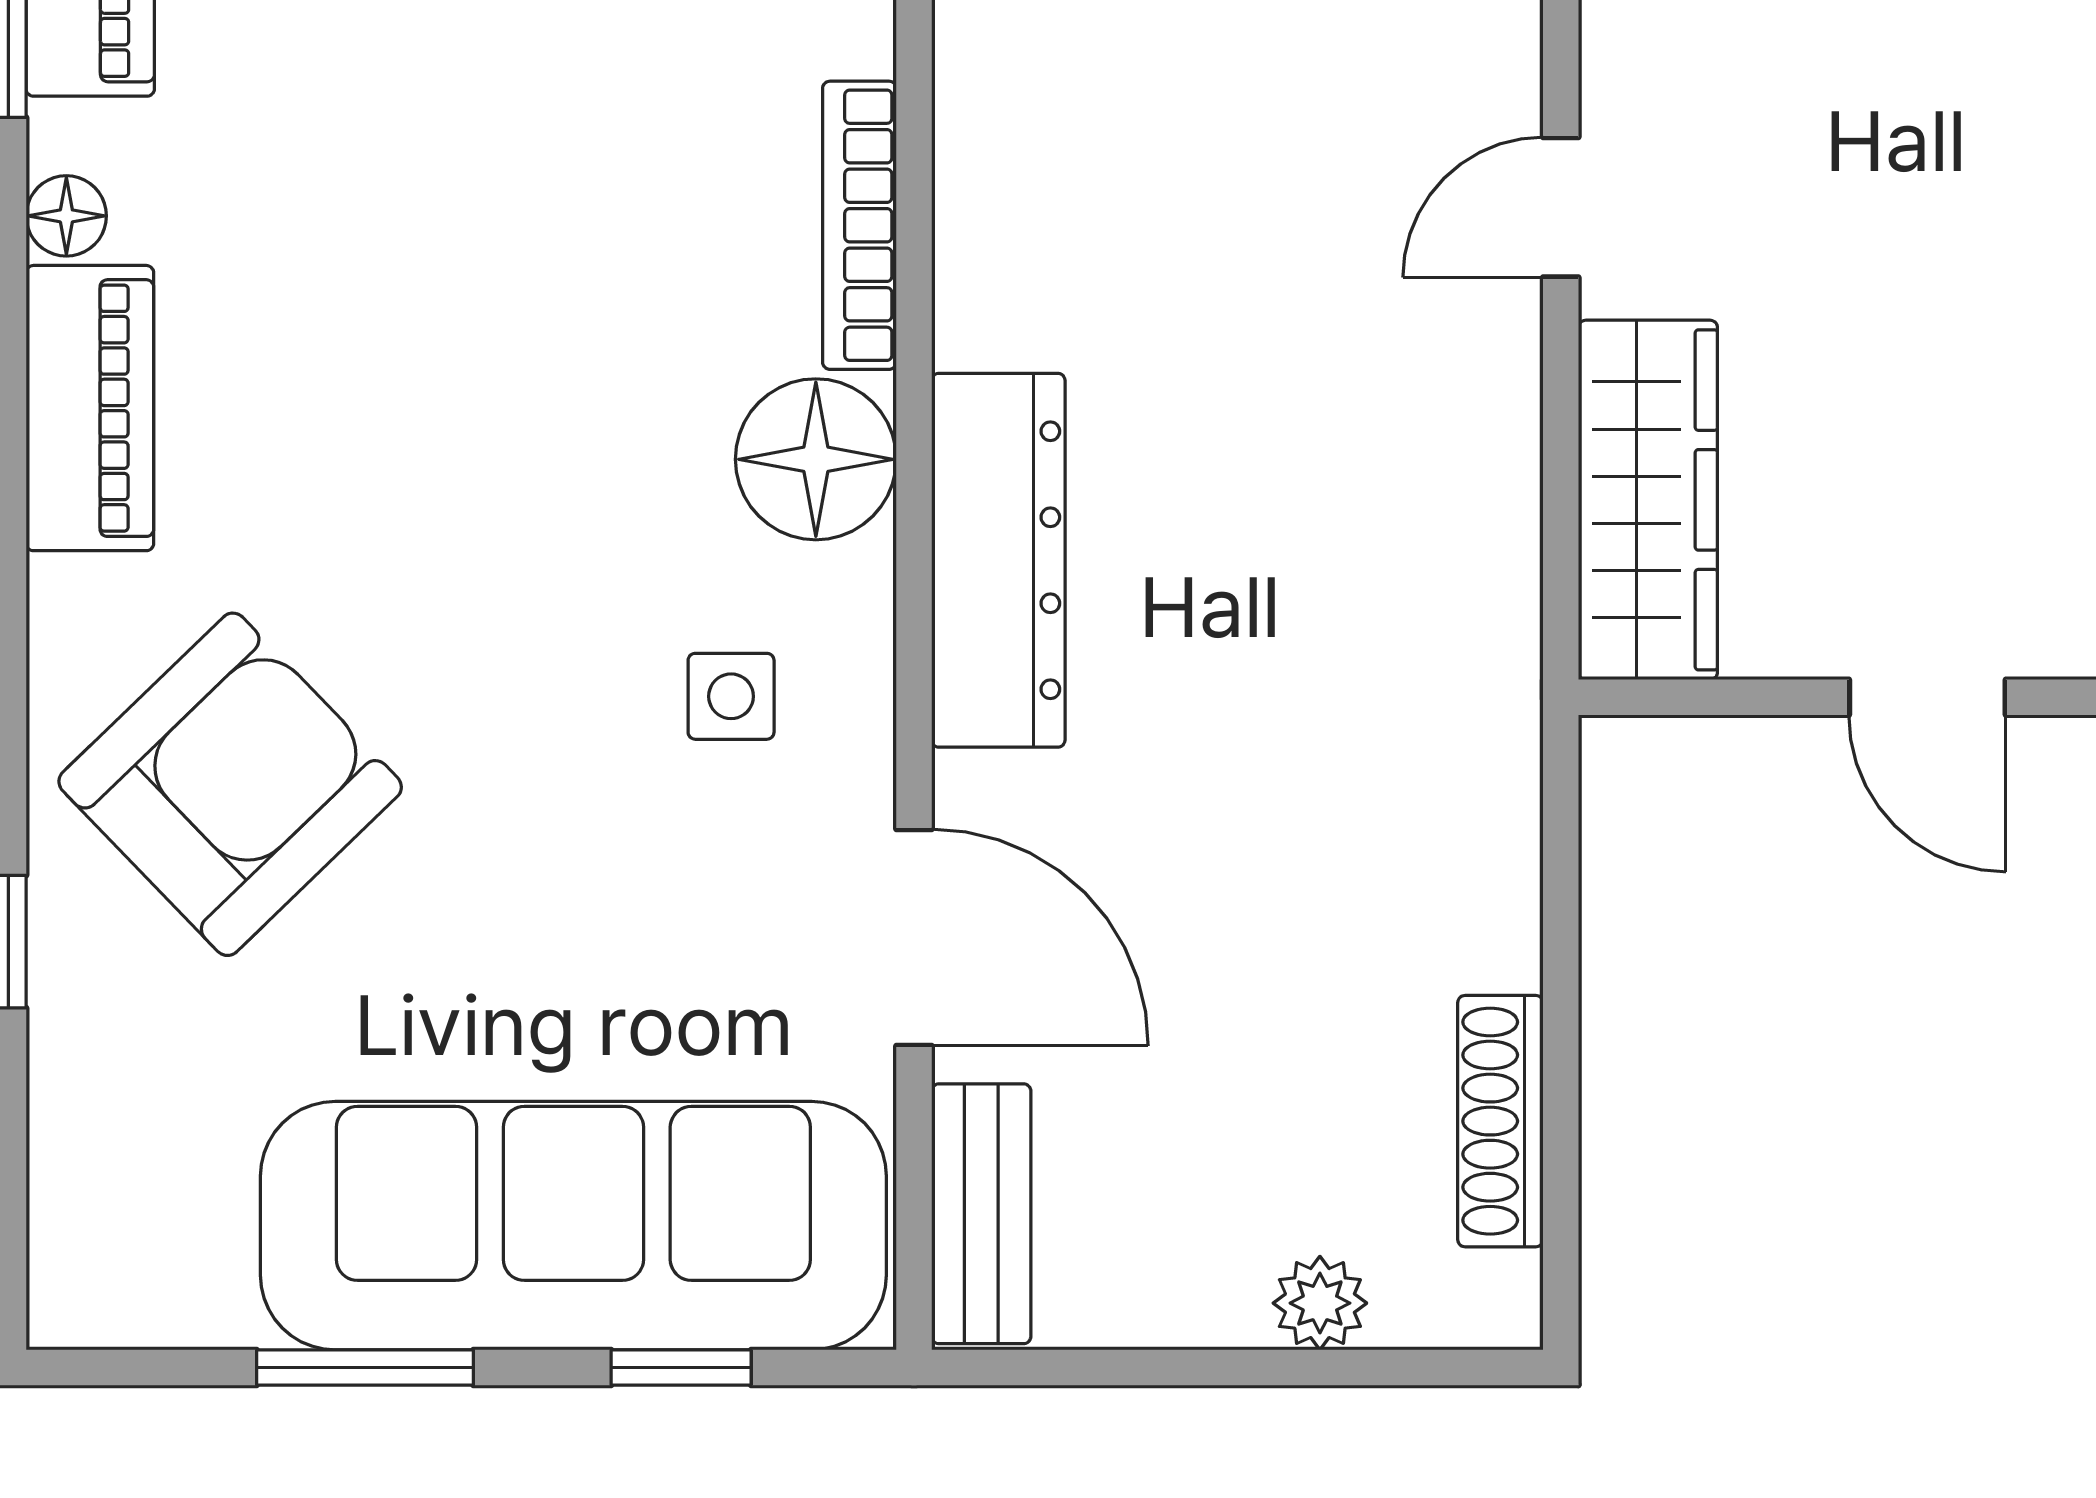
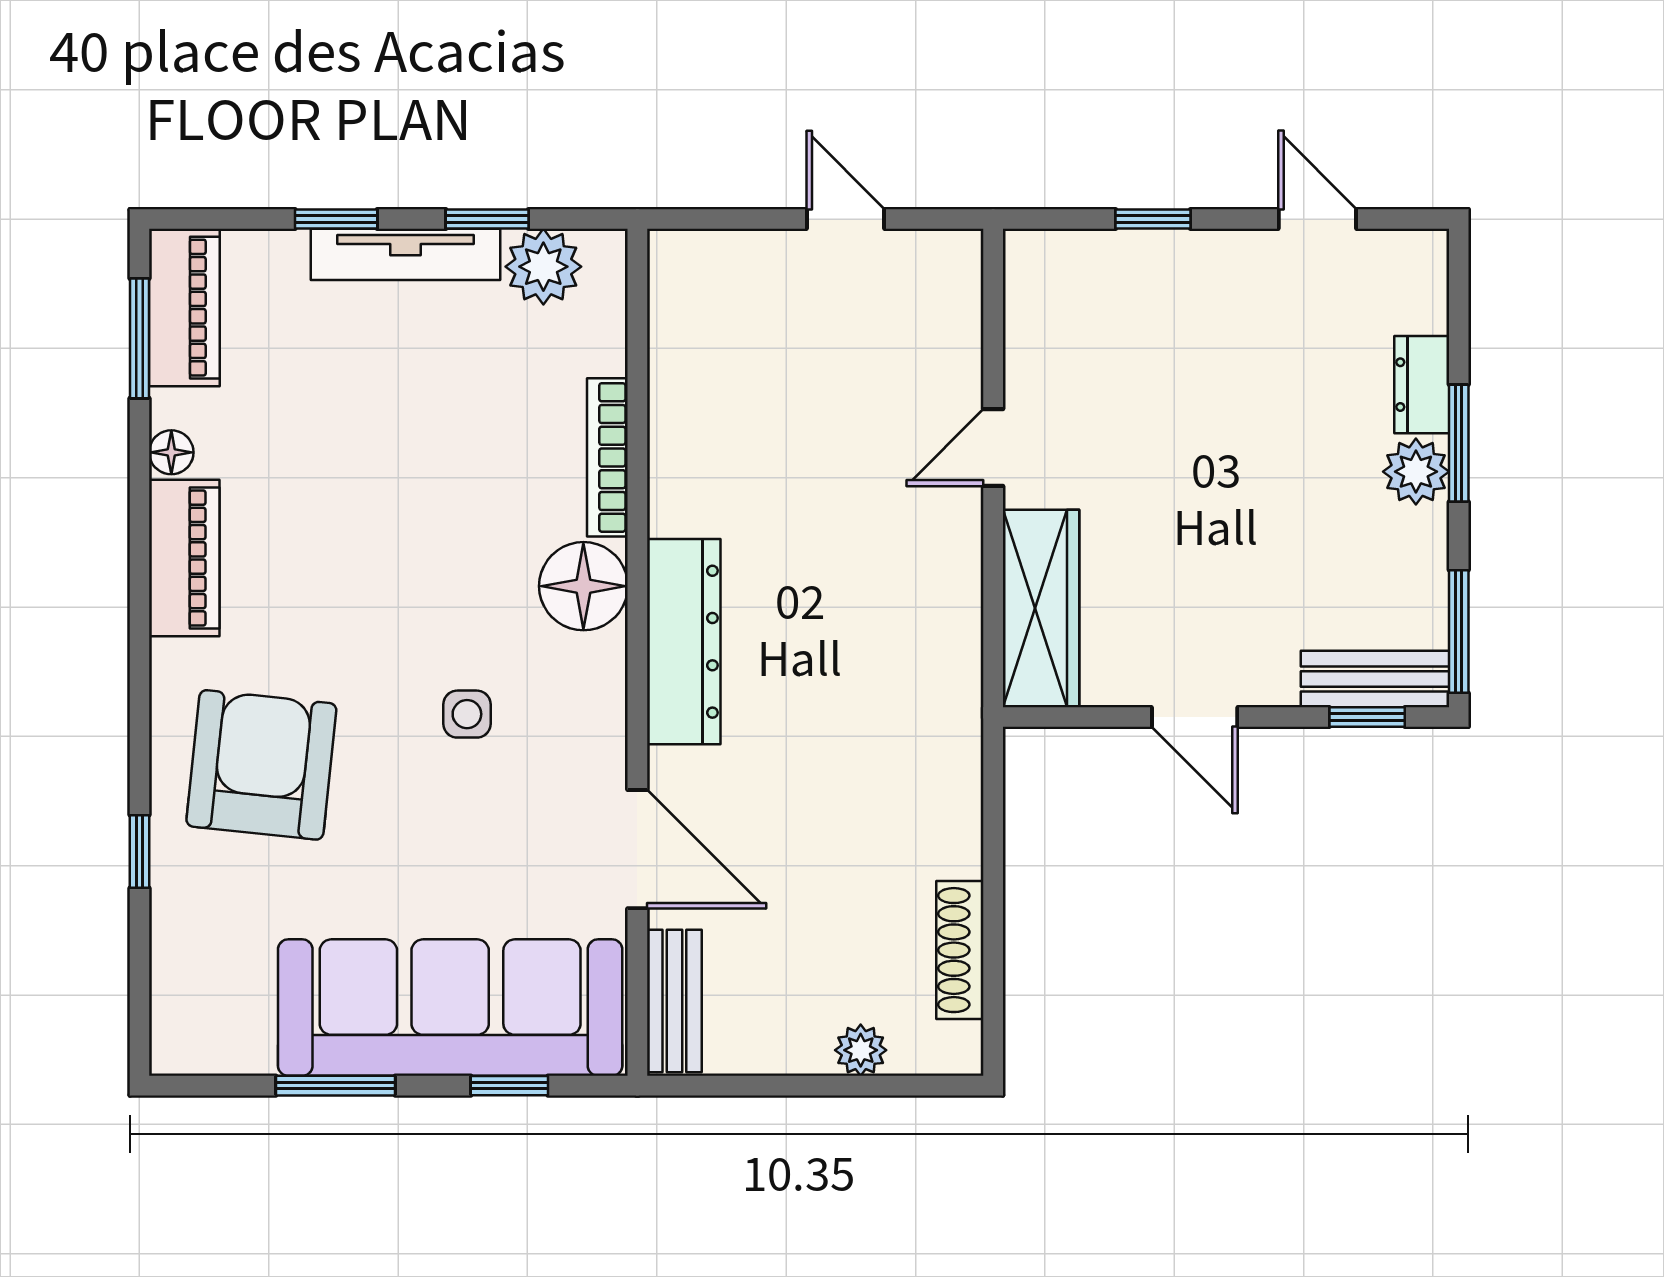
side table: (731, 696) -> (467, 714), moved
armchair: (230, 784) -> (261, 765), turned -40

